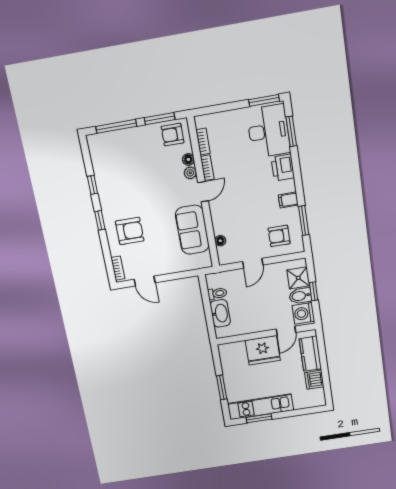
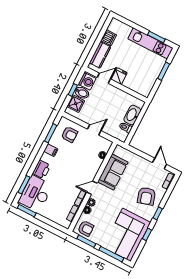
corner sofa: (116, 165) -> (127, 235), added
armchair: (130, 231) -> (146, 196), turned -107
fridge: (263, 350) -> (119, 76), width x0.53, depth x0.75

